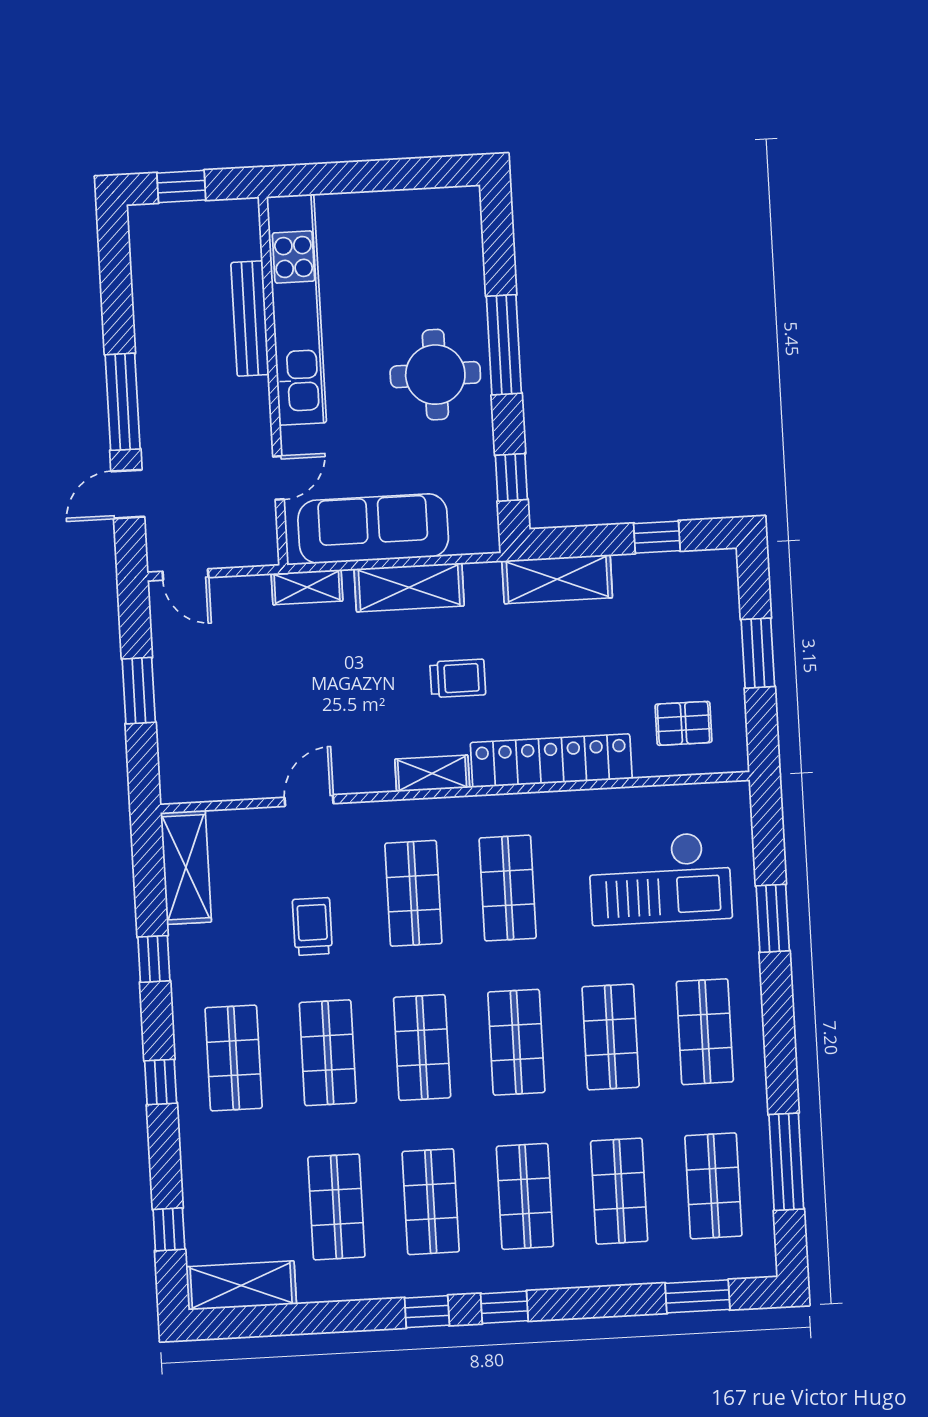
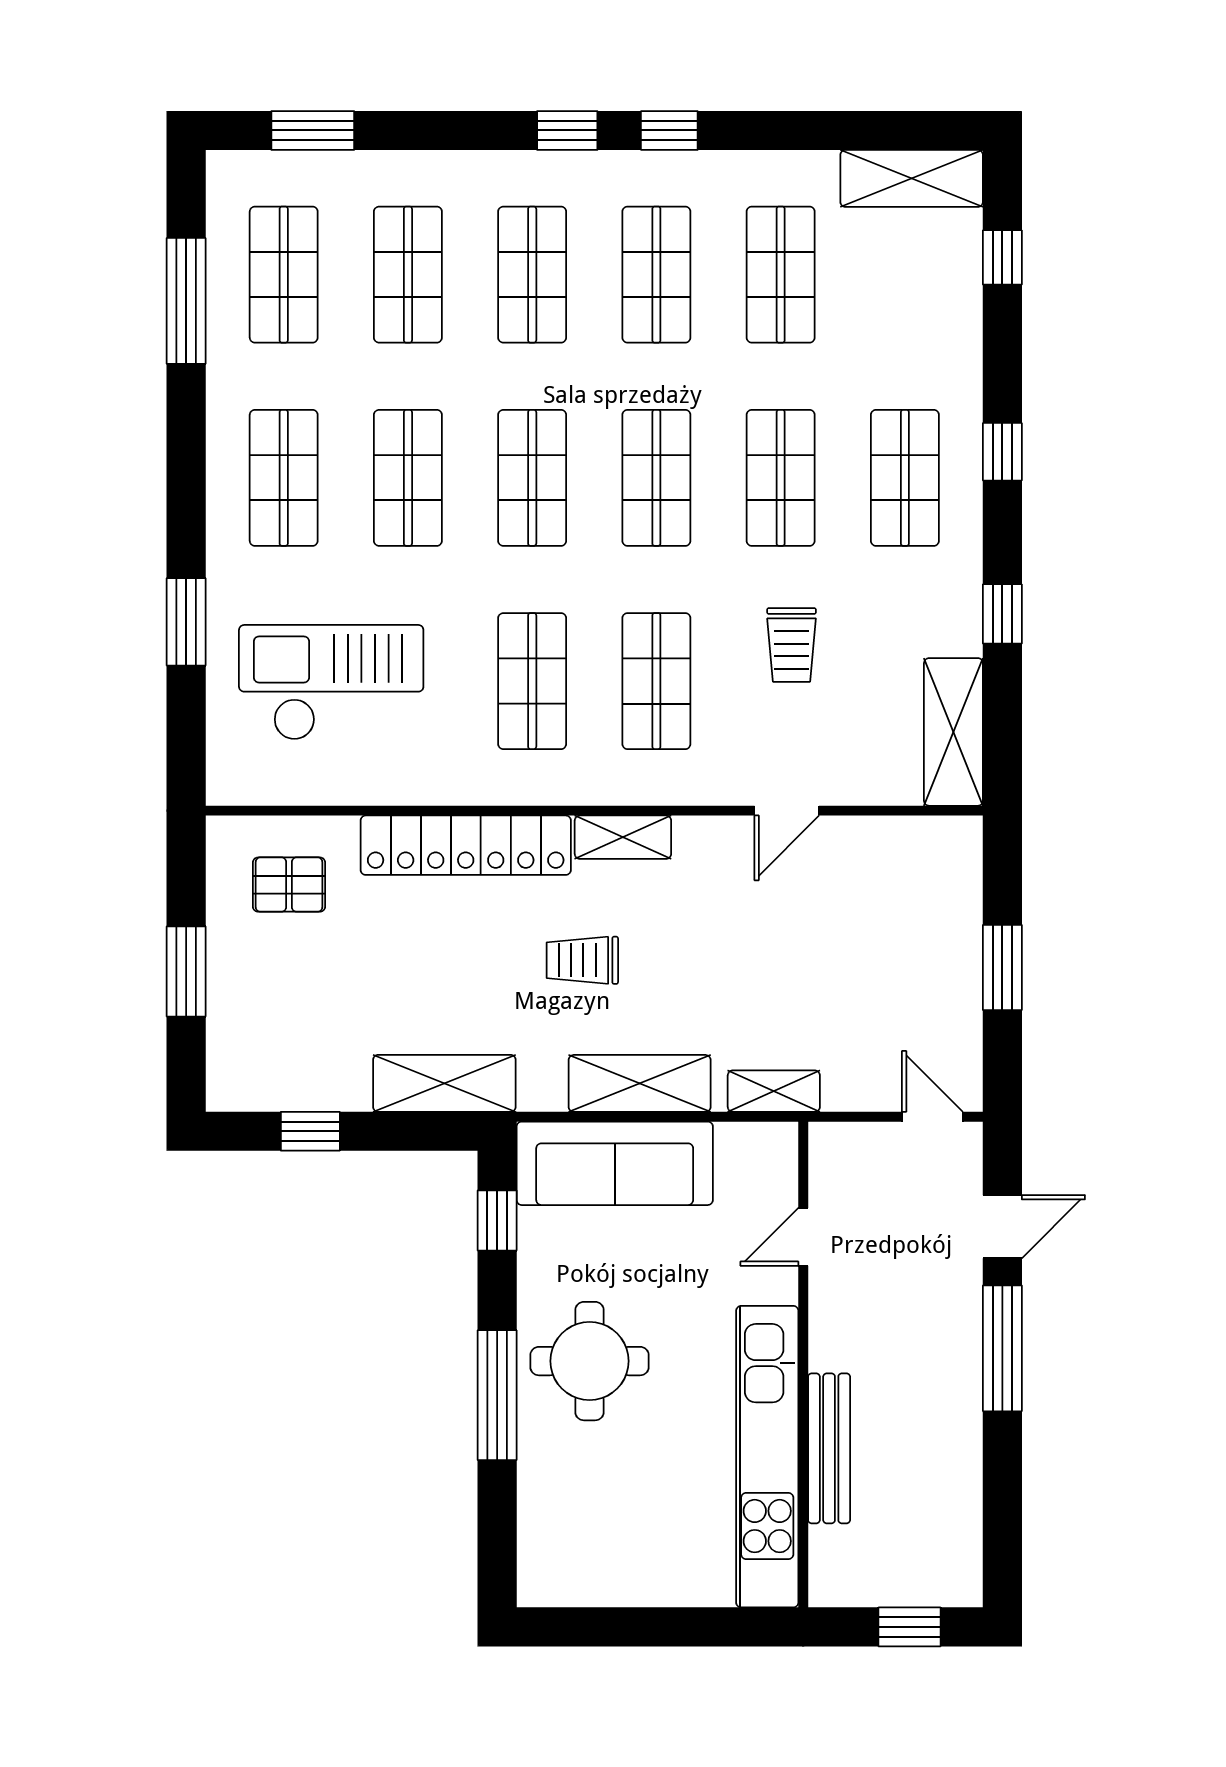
sofa: (373, 529) -> (615, 1163), moved

